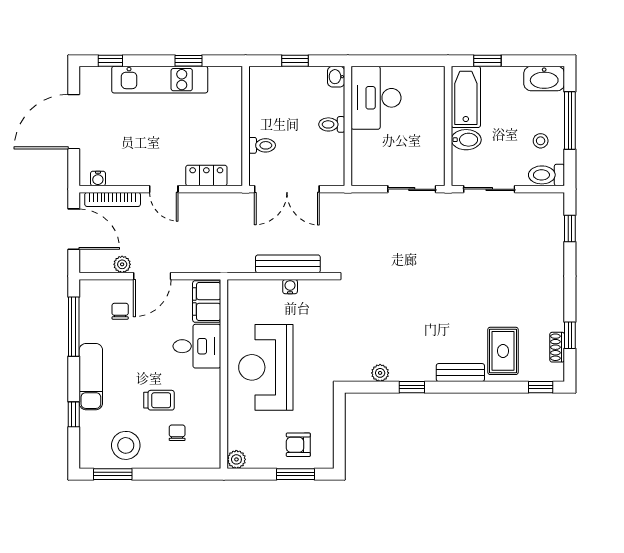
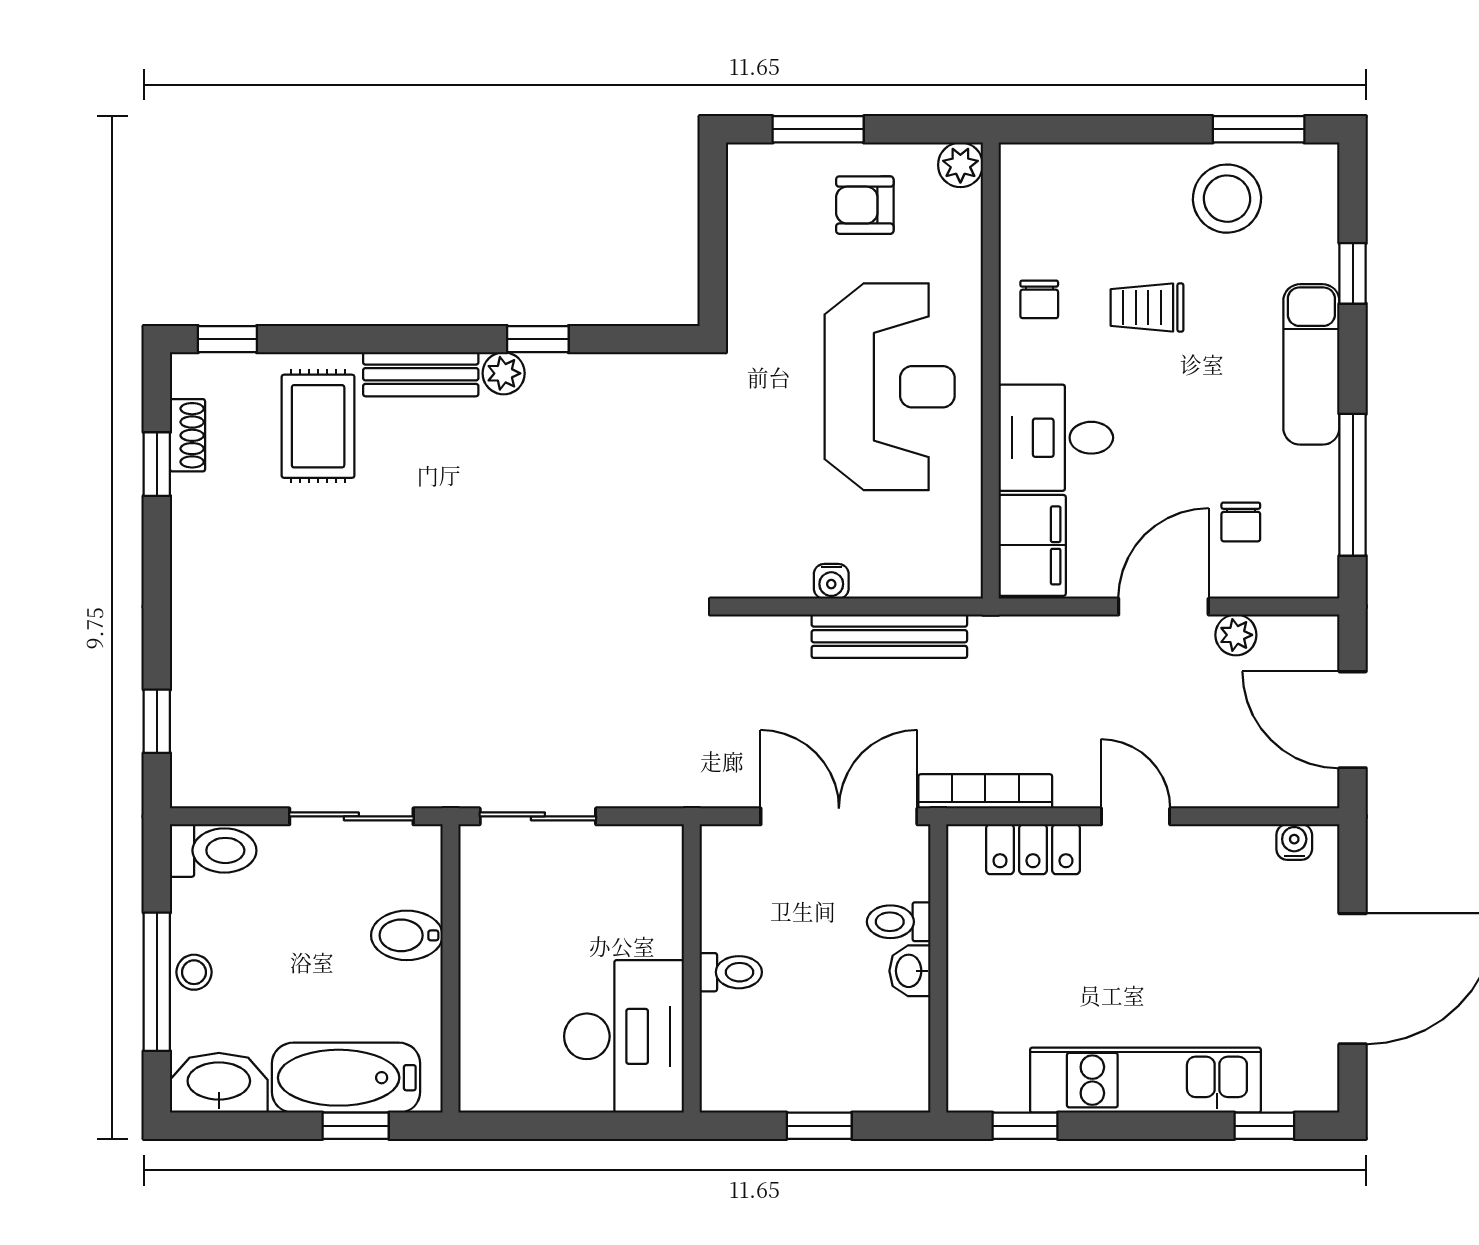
window: (189, 61) -> (1025, 1126), moved
washbasin: (336, 77) -> (910, 971), moved, turned 180
bathtub: (466, 97) -> (346, 1078), moved, turned 90
stool: (541, 141) -> (194, 972), moved
bookcase: (113, 199) -> (985, 791), moved
bench: (288, 264) -> (889, 636), moved
plant: (380, 373) -> (504, 373), moved
chair: (177, 433) -> (1039, 299), moved
armchair: (298, 445) -> (865, 205), moved, turned 180

